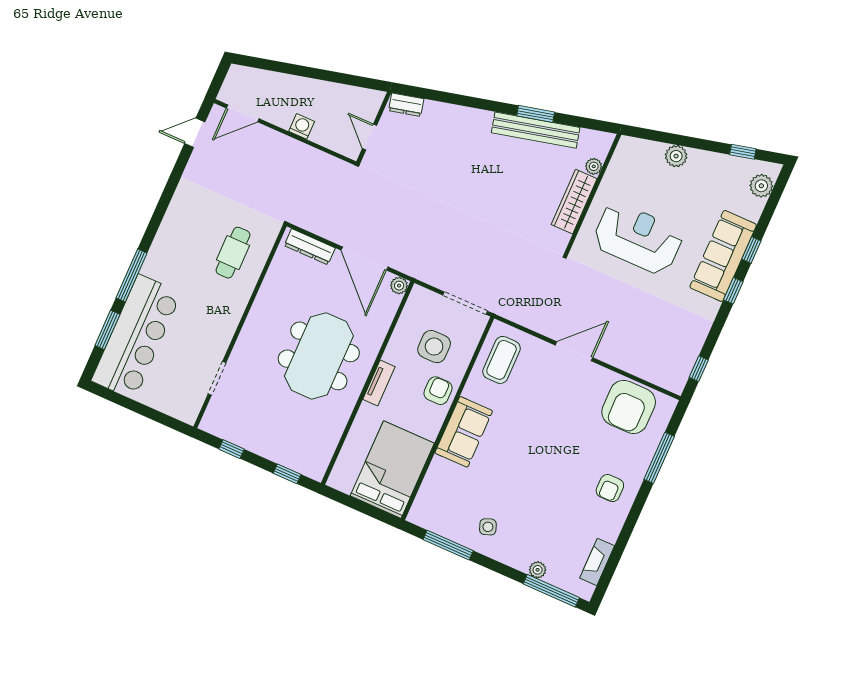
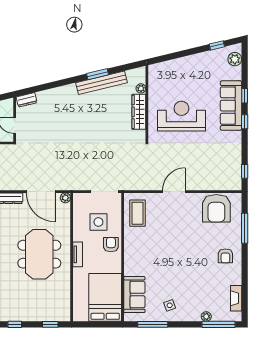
plant: (676, 156) -> (182, 63), removed
sofa: (464, 432) -> (134, 295), moved

